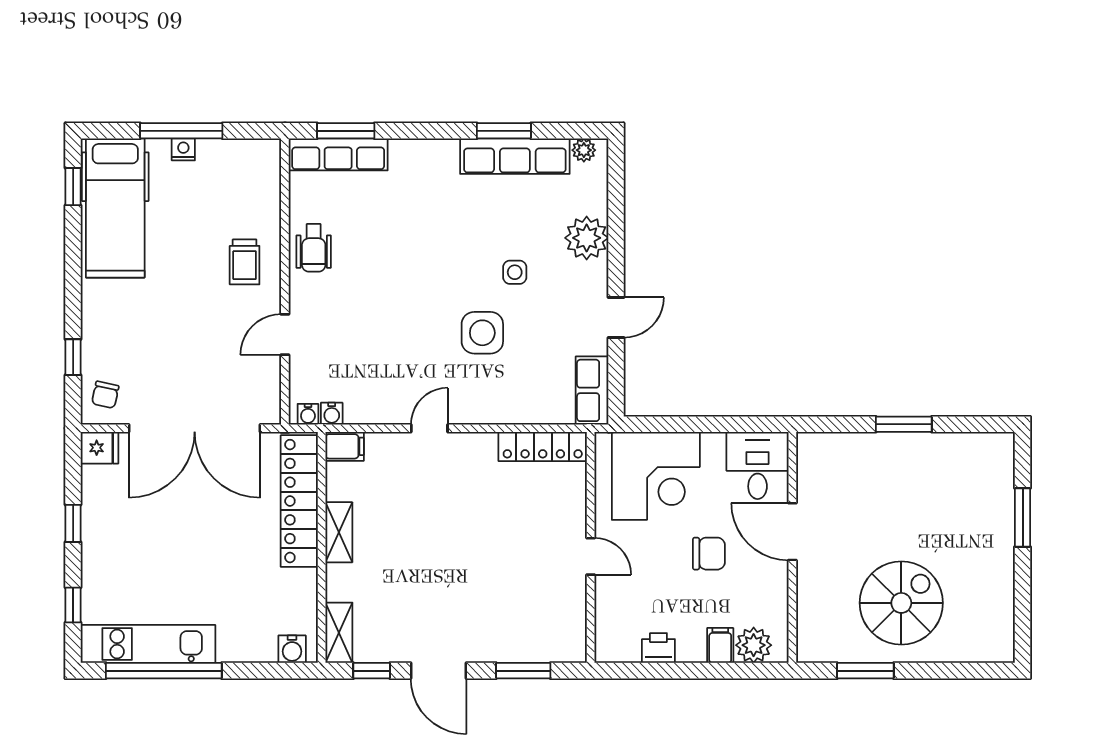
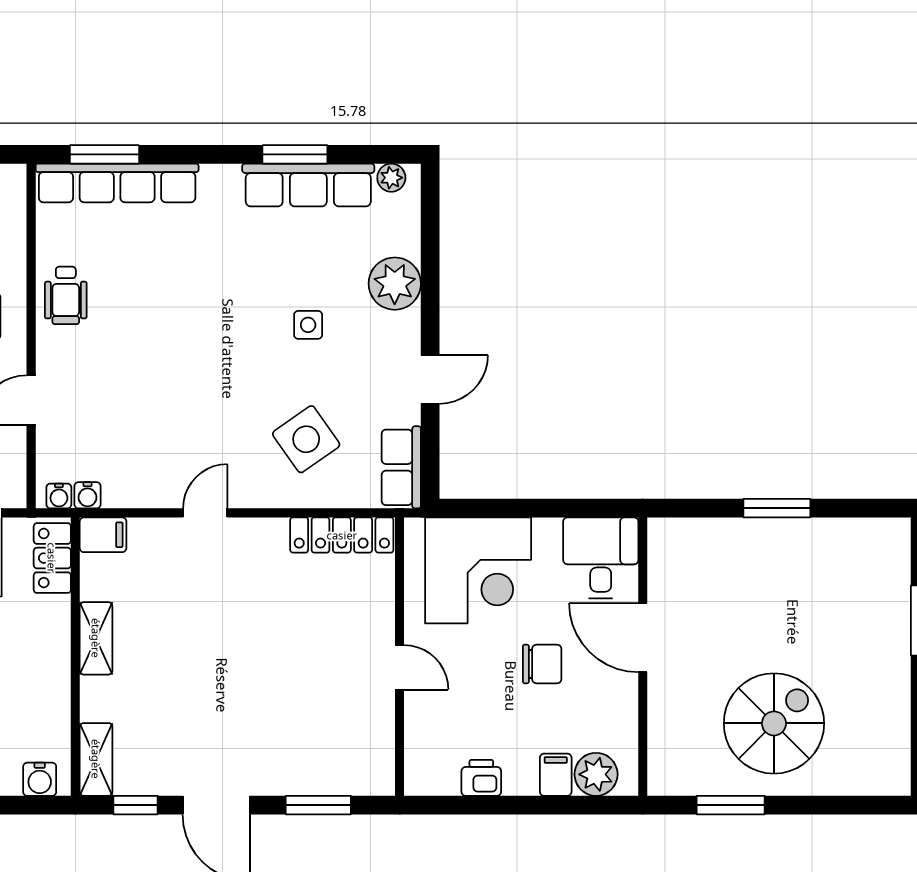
row of seats: (338, 154) -> (117, 183), width x1.36
side table: (482, 333) -> (306, 439), moved, turned -35
locker: (299, 501) -> (52, 558), width x0.46, depth x0.83

